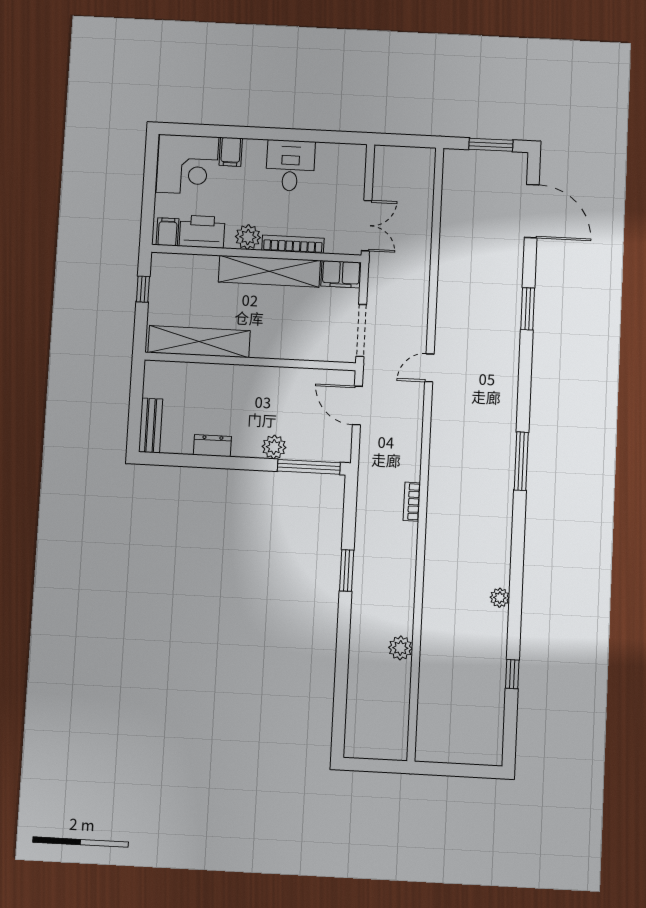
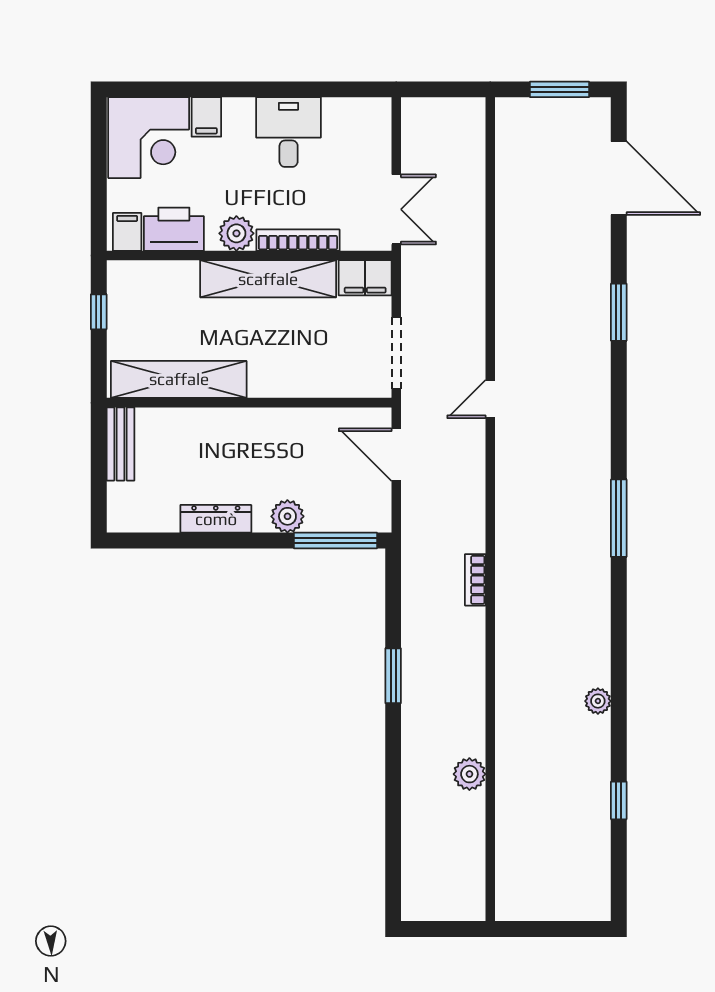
bench: (151, 426) -> (120, 444), moved
dresser: (212, 446) -> (216, 519), width x1.44

